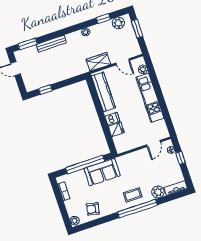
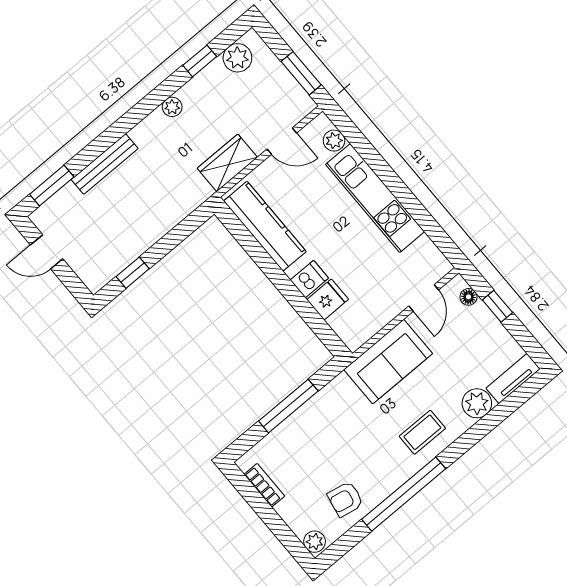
window: (137, 29) -> (301, 73), moved
window: (85, 164) -> (288, 406), width x0.68
sofa: (102, 172) -> (388, 362), moved
window: (137, 209) -> (404, 494), moved

